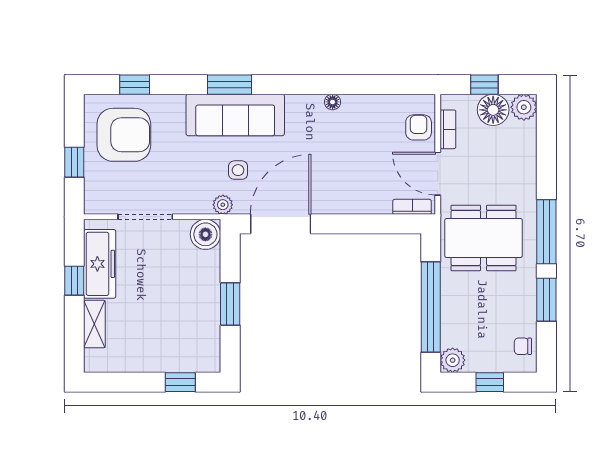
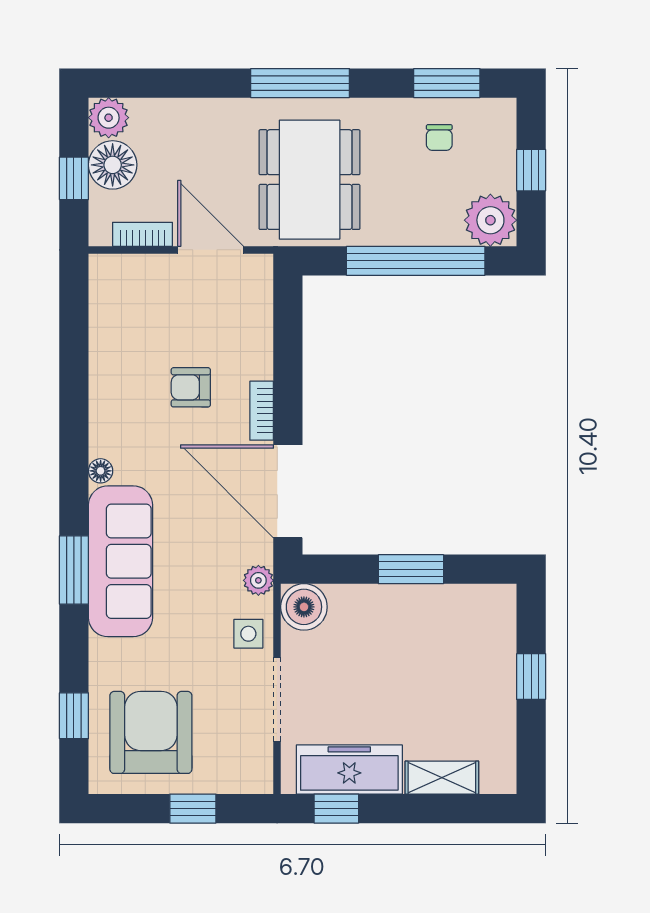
floor lamp: (333, 102) -> (101, 471), moved
armchair: (419, 127) -> (191, 387), moved
side table: (238, 170) -> (248, 634), moved
door: (438, 174) -> (211, 250), swing flipped
bookcase: (412, 207) -> (262, 411), moved
window: (74, 281) -> (336, 809), moved
window: (546, 300) -> (447, 83), moved
chair: (523, 346) -> (439, 138), moved
plant: (453, 360) -> (490, 220), width x1.36, depth x1.36
window: (180, 382) -> (531, 677), moved

